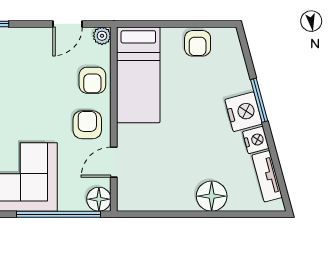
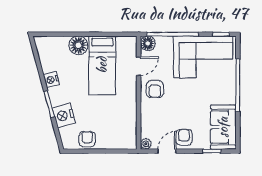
bed: (138, 75) -> (102, 65), moved, turned 180
armchair: (92, 80) -> (184, 137), moved
nightstand: (244, 112) -> (64, 115), moved
tv unit: (267, 176) -> (44, 57), removed

